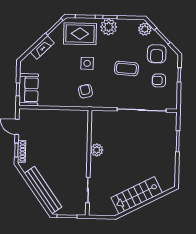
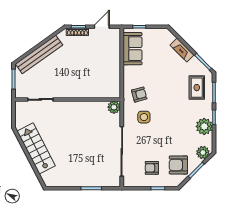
plant: (109, 27) -> (204, 126), moved
rug: (80, 34) -> (197, 88), width x0.73, depth x0.70
side table: (87, 63) -> (144, 117), moved
coffee table: (126, 68) -> (163, 135), removed
armchair: (159, 80) -> (152, 168), turned -90
sofa: (29, 90) -> (133, 49), moved, turned -90
plant: (97, 150) -> (114, 107), moved

